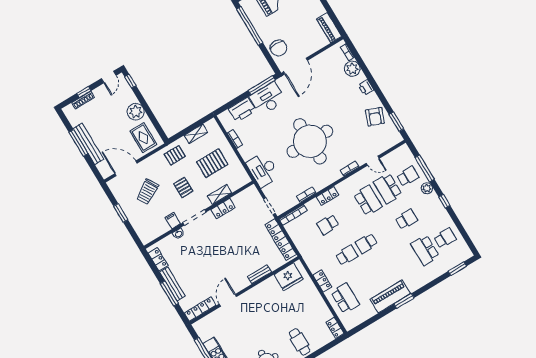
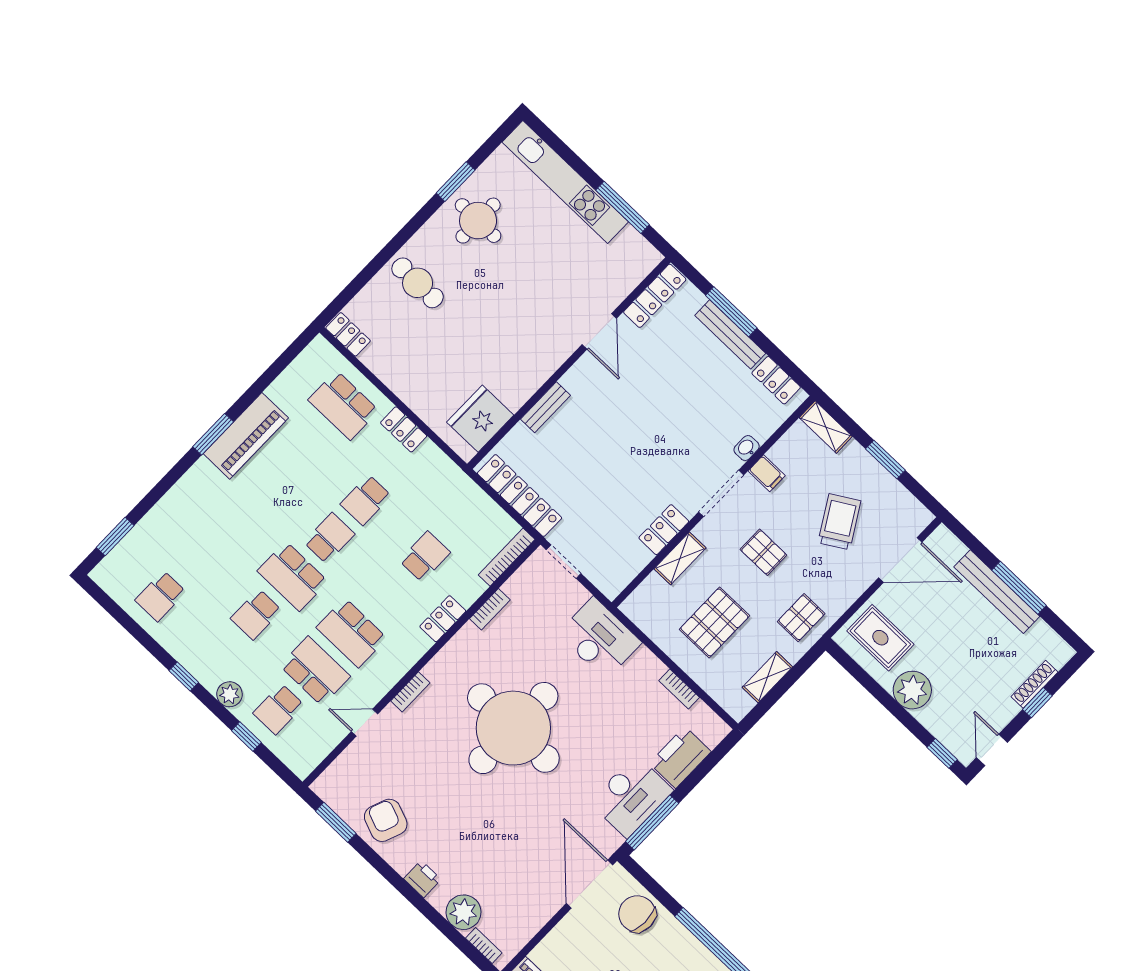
window: (425, 168) -> (246, 737), width x0.46
shelving: (142, 234) -> (826, 427), added
school desk: (425, 250) -> (293, 576), moved, turned 180

